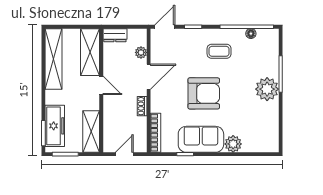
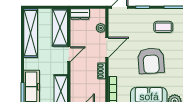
door: (101, 85) -> (69, 54), hinge flipped
armchair: (204, 93) -> (151, 61), turned 86

